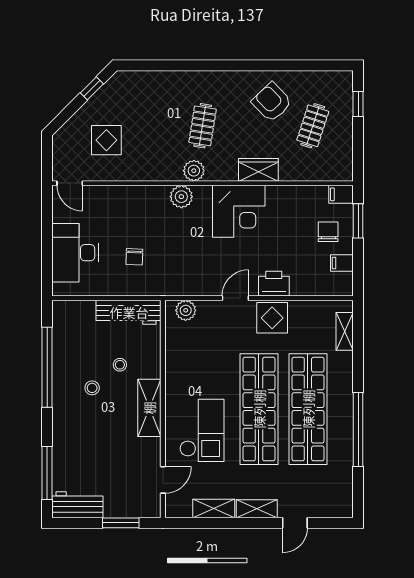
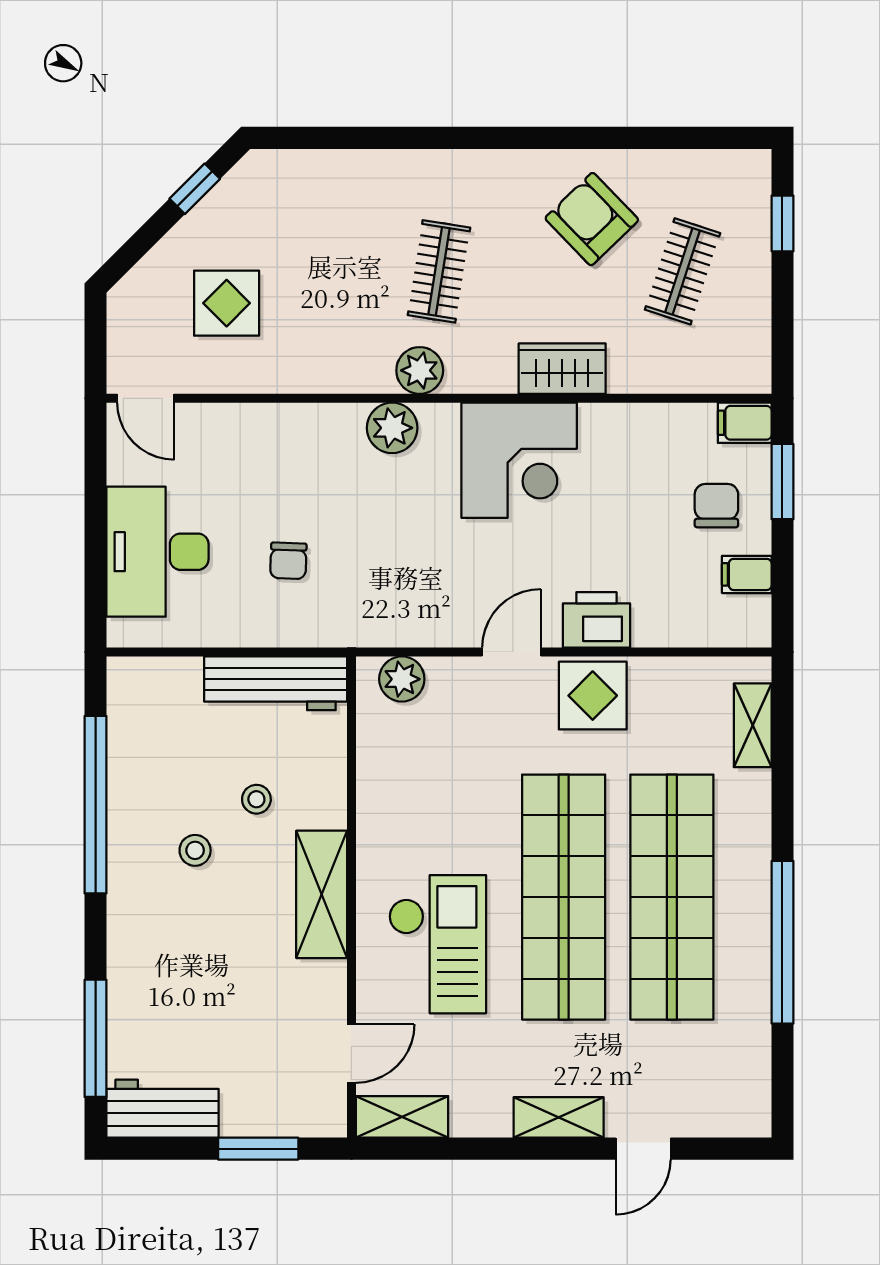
shelving: (214, 509) -> (402, 1117), moved

